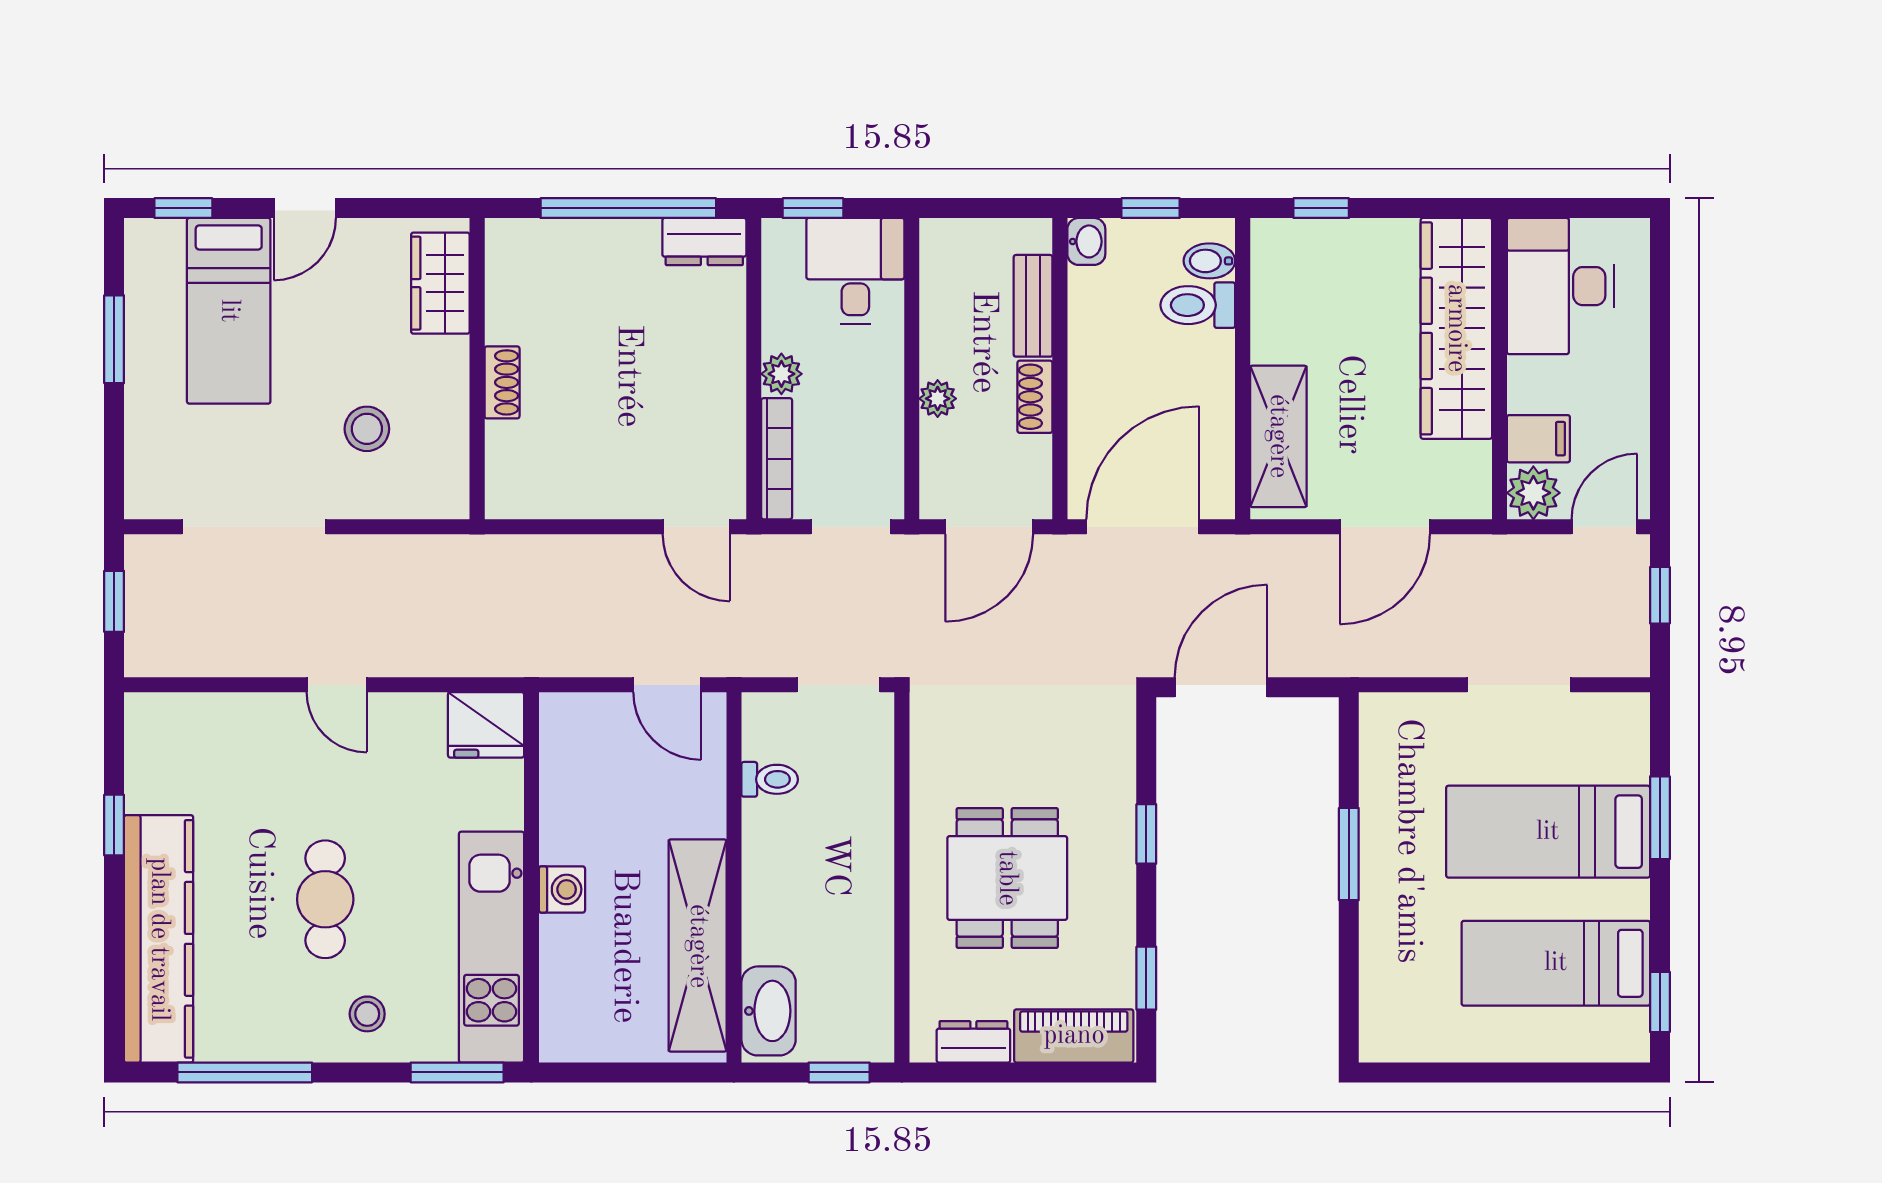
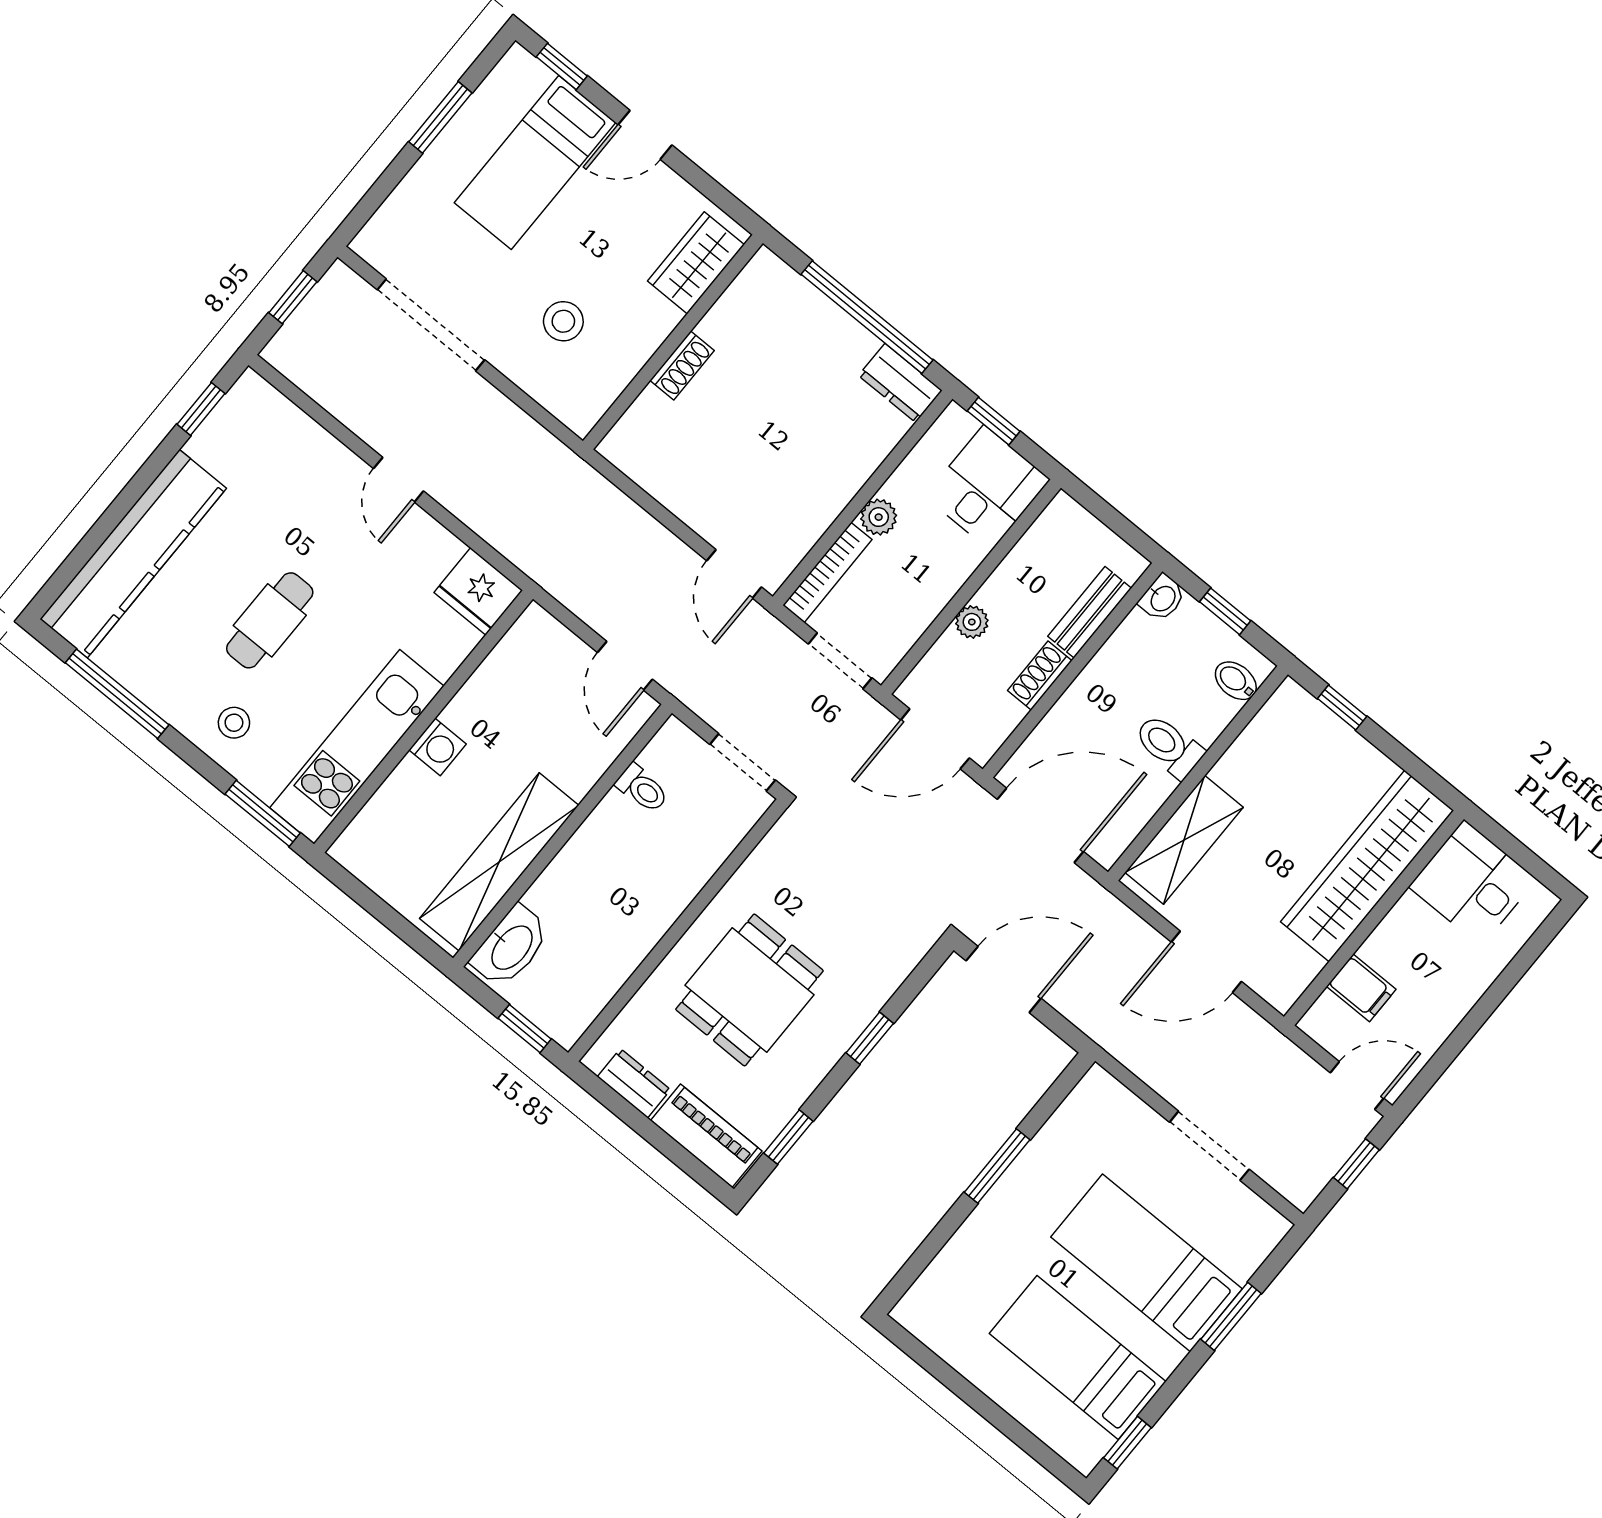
desk: (1560, 286) -> (1473, 883), width x0.73
toilet: (1198, 305) -> (1169, 746), moved
plant: (1533, 493) -> (1327, 1022), removed
window: (114, 825) -> (201, 409), moved

